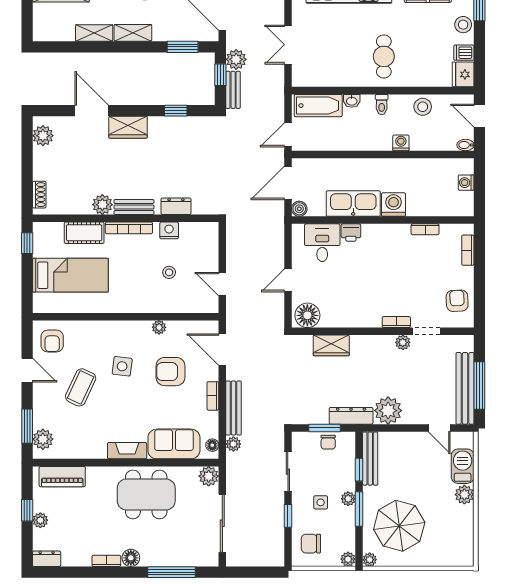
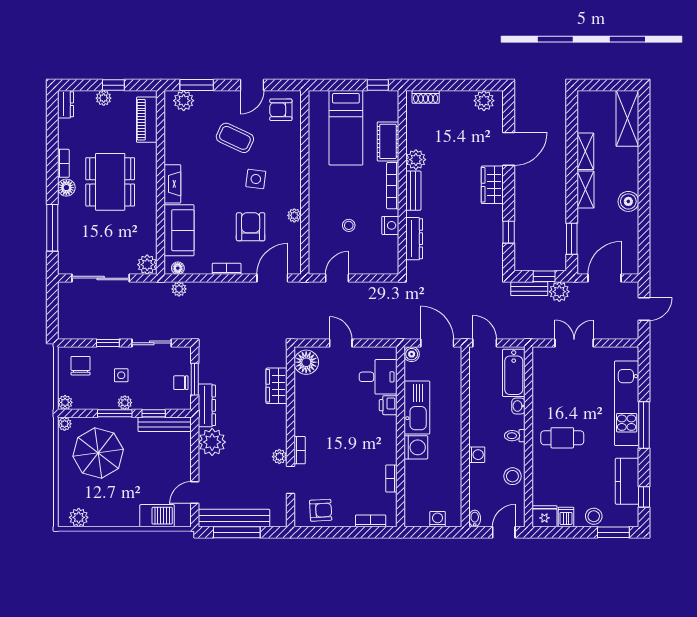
dresser: (176, 206) -> (414, 239), width x1.44
bench: (234, 408) -> (215, 289), removed
dining table: (146, 494) -> (110, 182), moved
plant: (464, 495) -> (79, 517), moved

